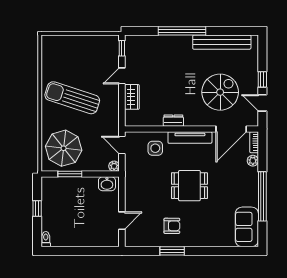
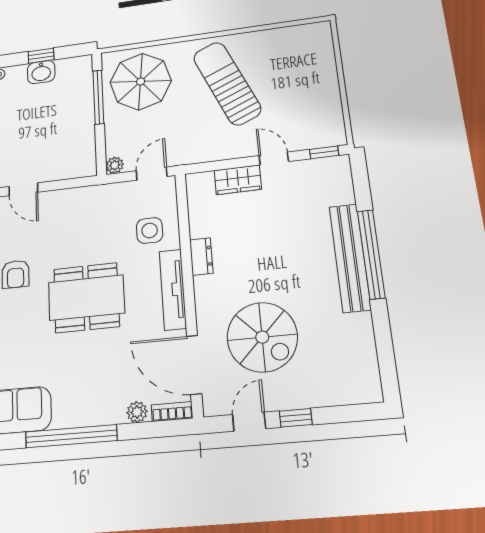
bench: (222, 42) -> (350, 258), moved
sun lounger: (72, 98) -> (227, 83), turned -41
window: (70, 174) -> (98, 97), width x1.44
washbasin: (107, 184) -> (41, 72), moved, turned -90
dining table: (189, 186) -> (86, 298), width x1.38

